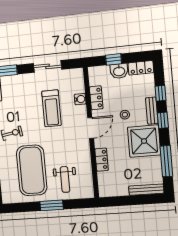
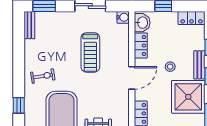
washbasin: (119, 71) -> (142, 23), moved, turned -90
water cooler: (80, 99) -> (123, 17), moved

